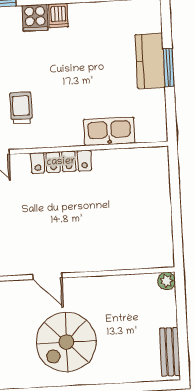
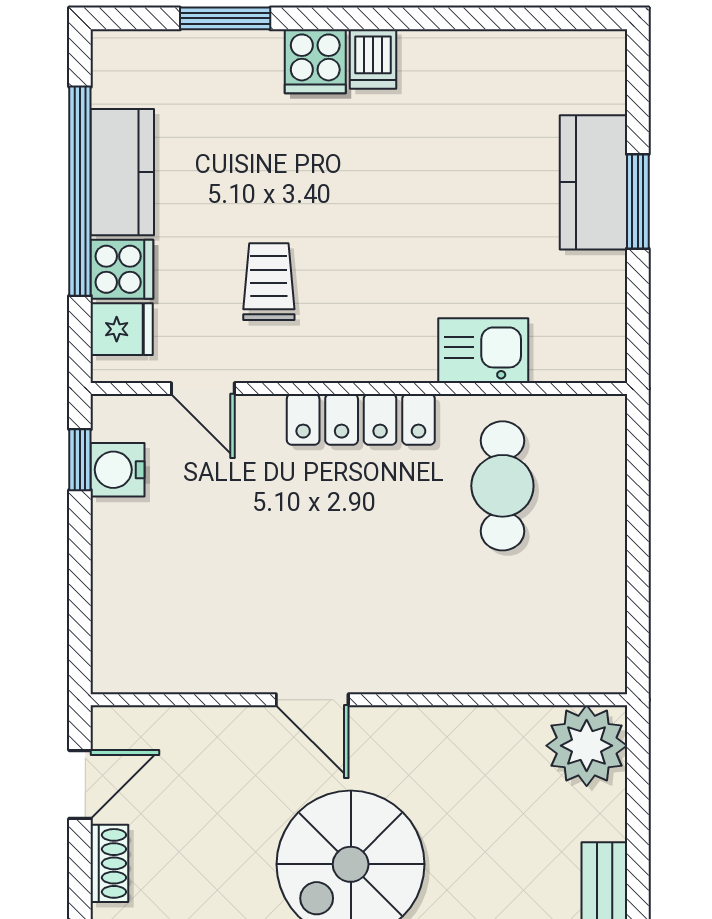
kitchen sink: (109, 131) -> (483, 351), width x0.73
cafe table: (120, 186) -> (502, 486), added
plant: (167, 281) -> (587, 746), width x1.88, depth x1.88

